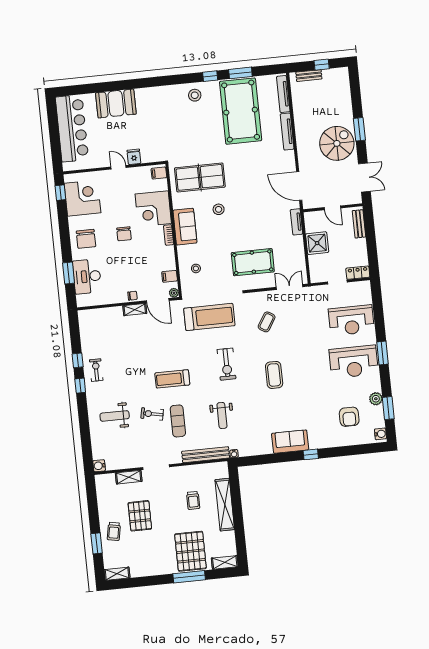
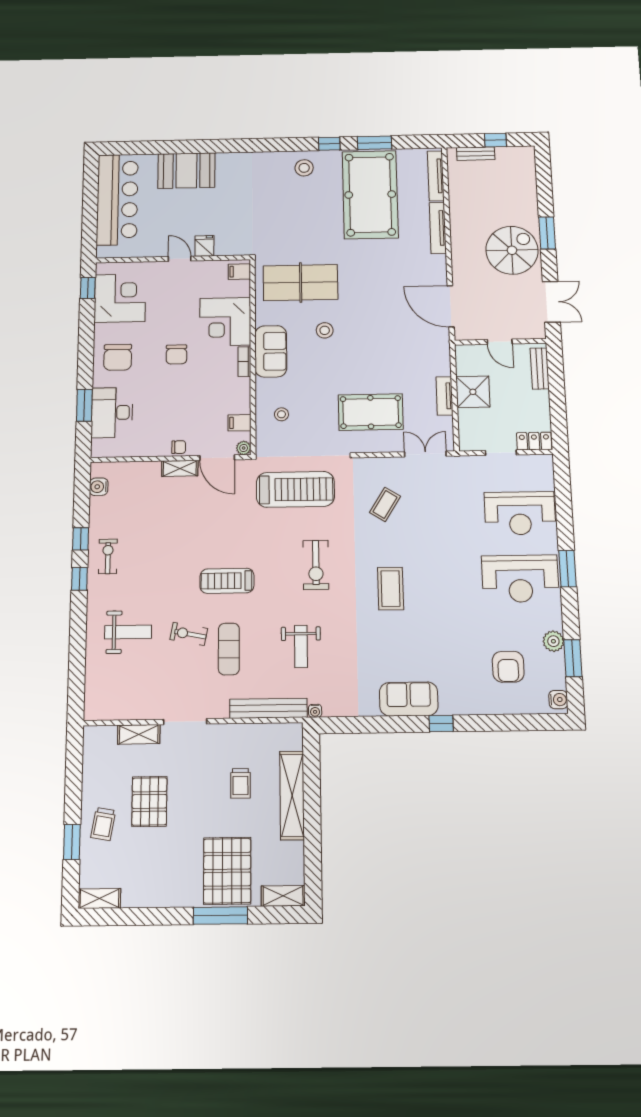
tv unit: (296, 222) -> (444, 396), moved
weight bench: (115, 416) -> (128, 632), turned 180
water cooler: (99, 466) -> (99, 487), moved

